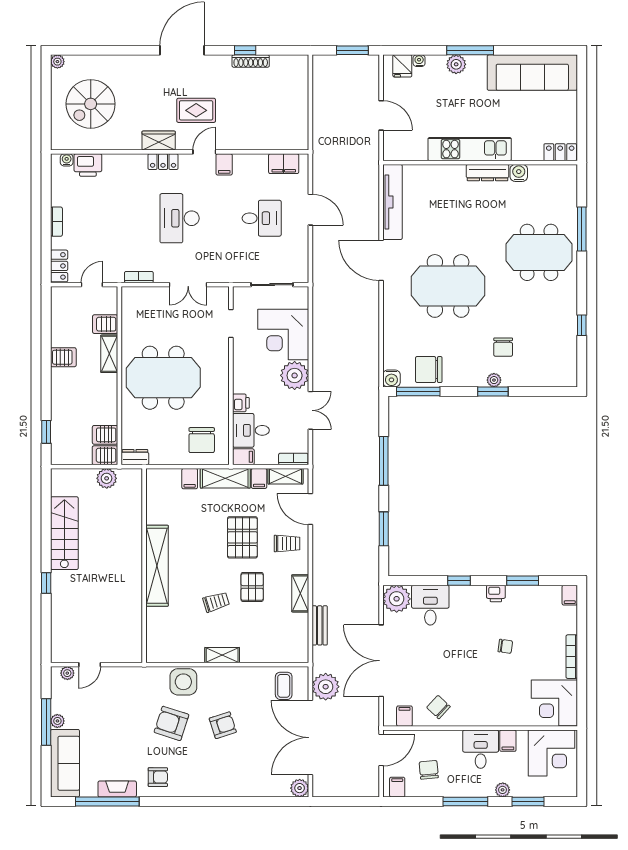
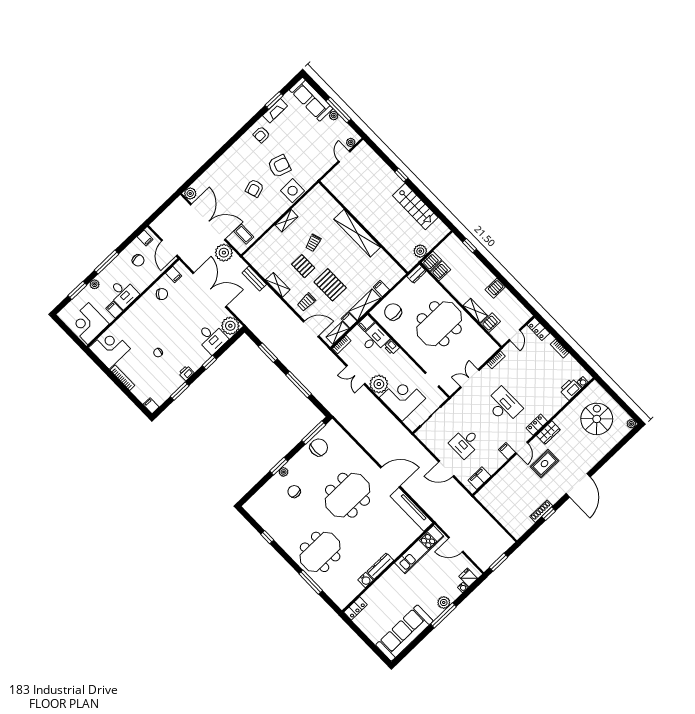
kitchen unit: (470, 149) -> (419, 550), moved
water cooler: (391, 378) -> (332, 426), removed
window: (107, 802) -> (274, 100), width x0.47

